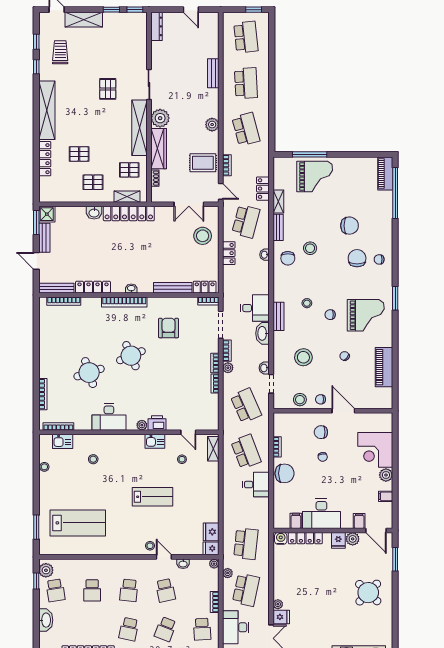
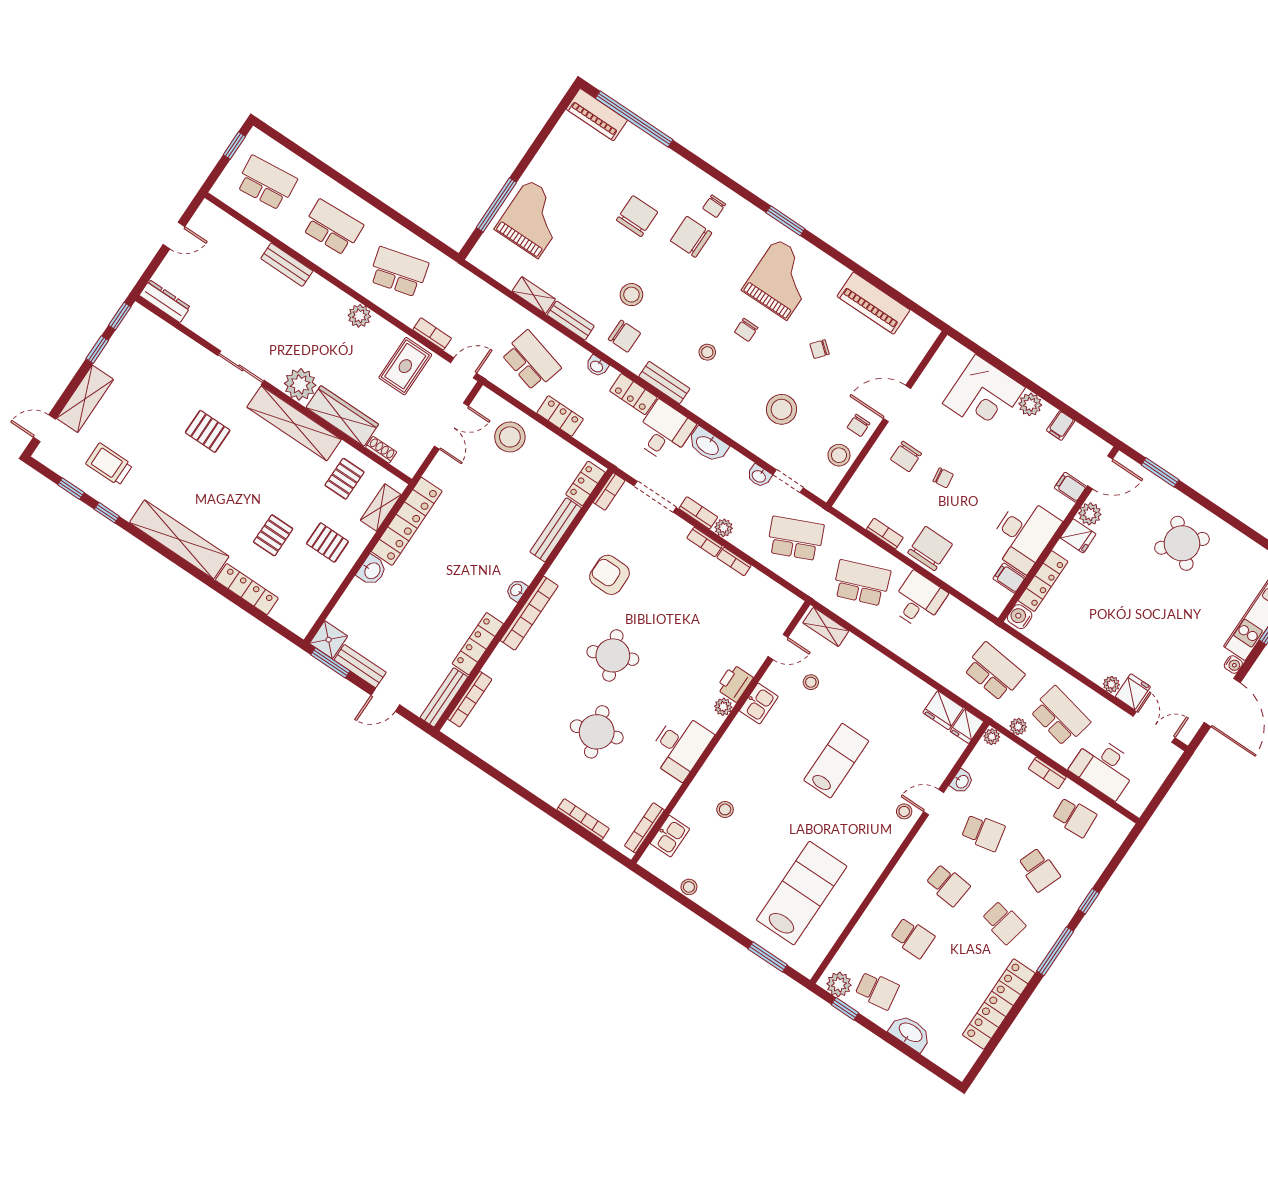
pallet: (93, 182) -> (327, 543), turned 90
locker: (263, 189) -> (633, 394), moved
bench: (278, 316) -> (664, 383), moved

